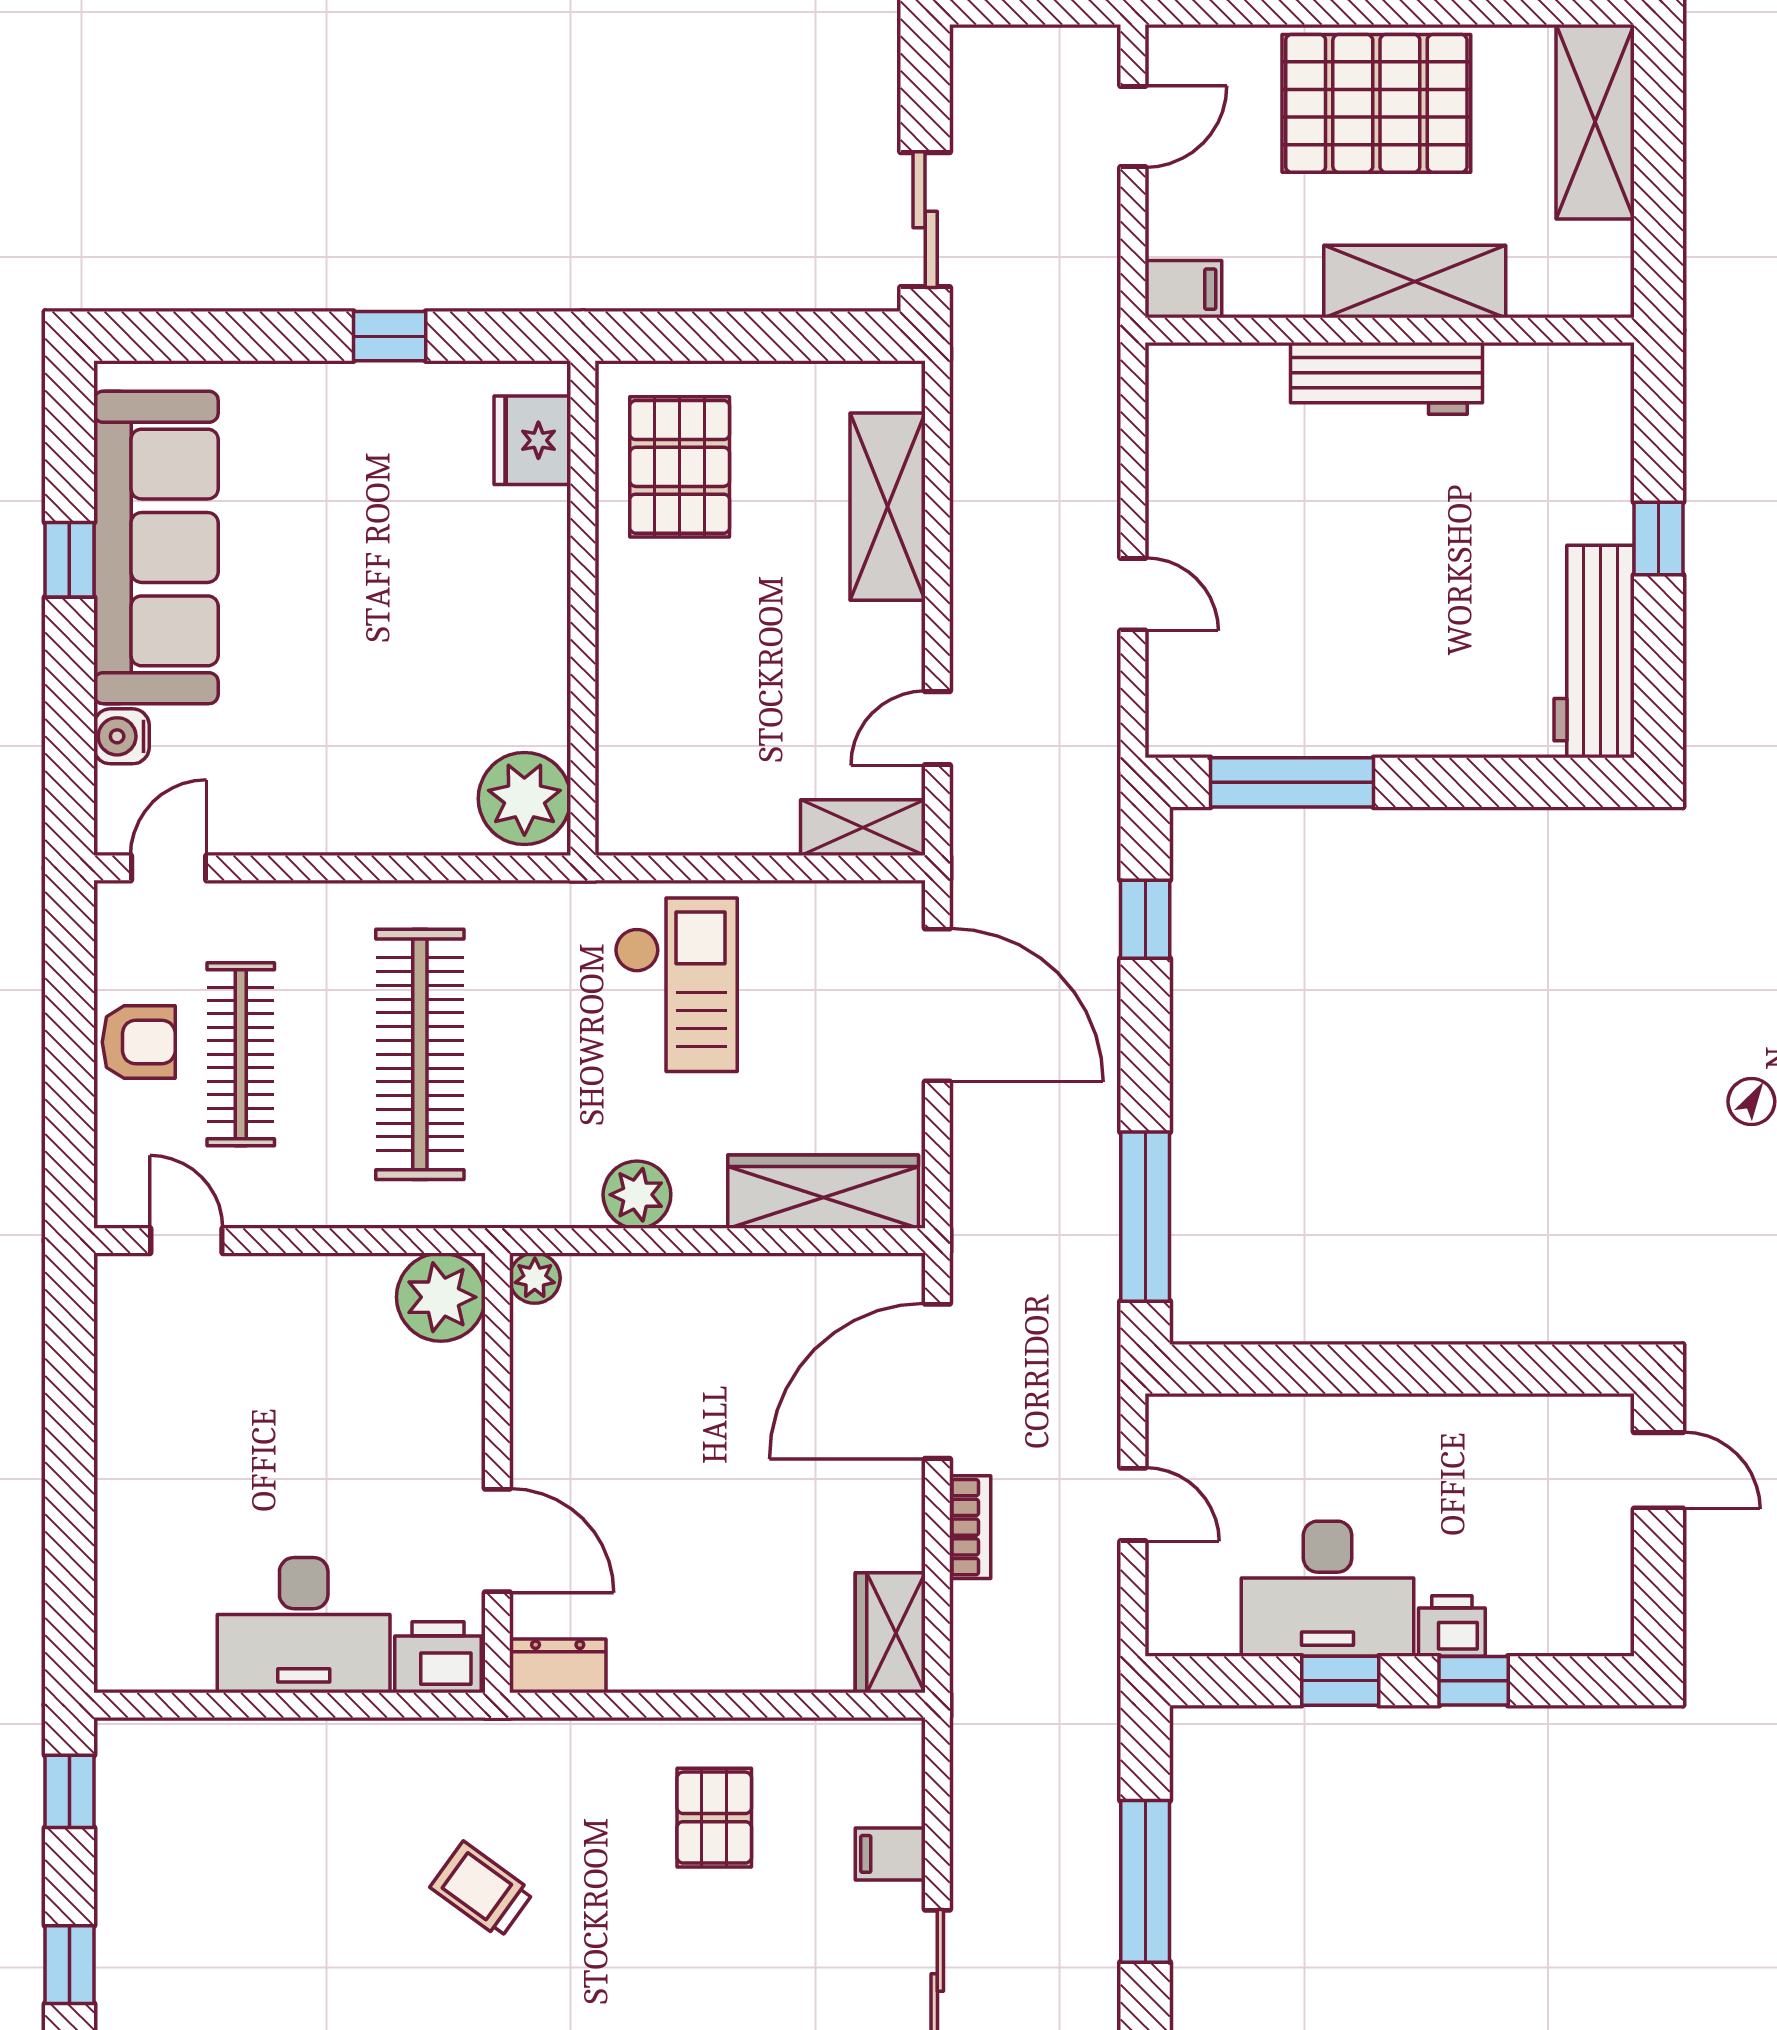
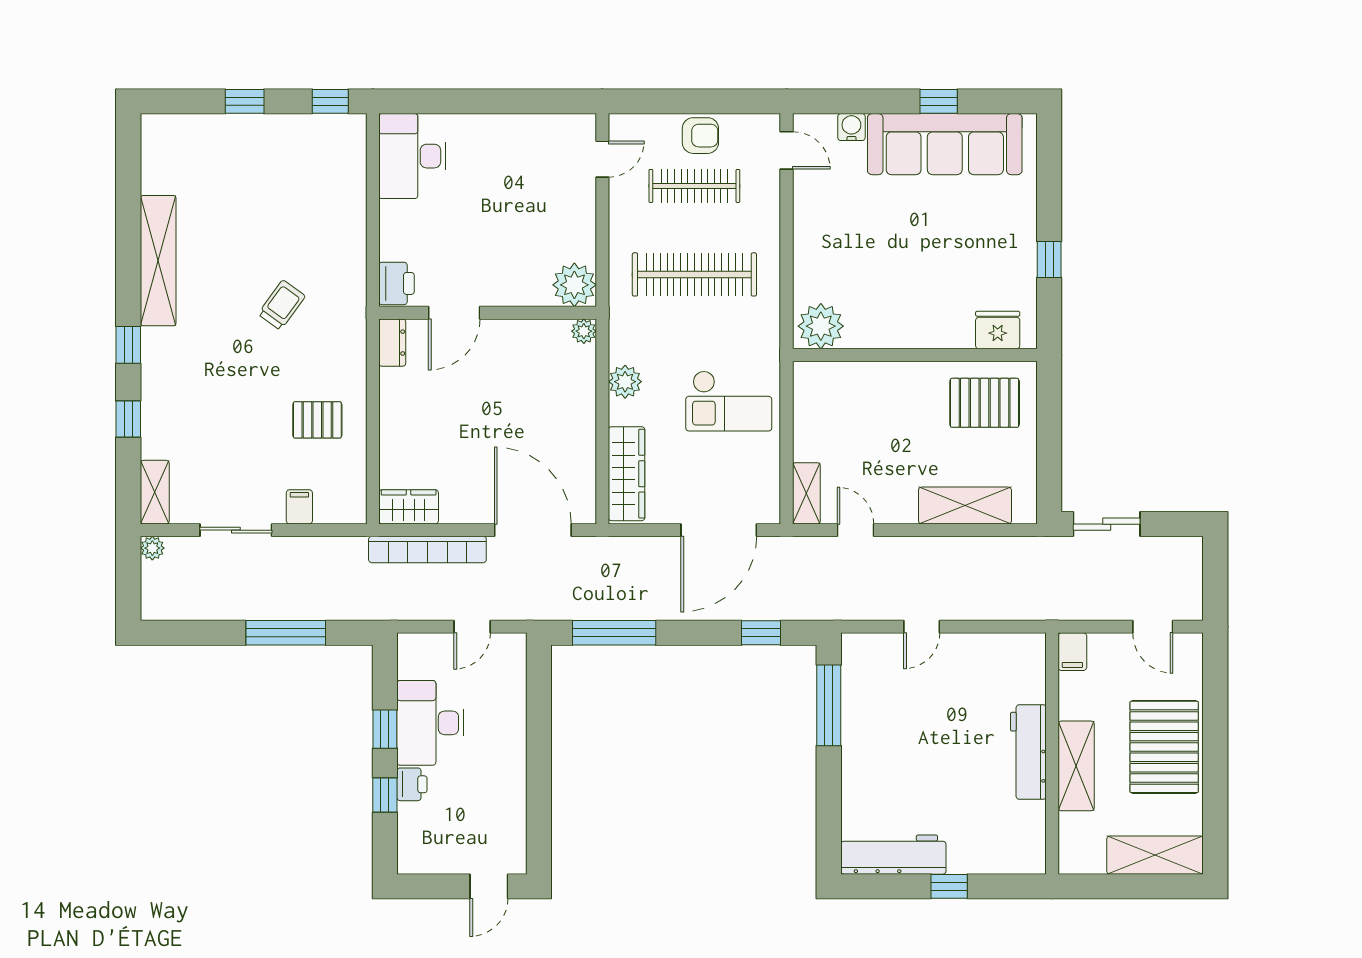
armchair: (139, 1042) -> (700, 136), turned -90
bookcase: (970, 1527) -> (427, 549), width x2.31, depth x1.31
desk: (304, 1625) -> (412, 156), moved

